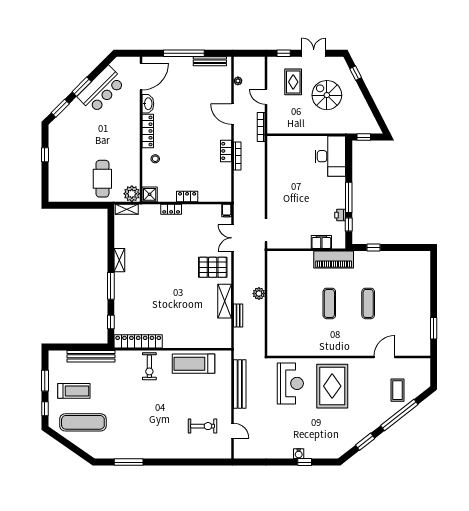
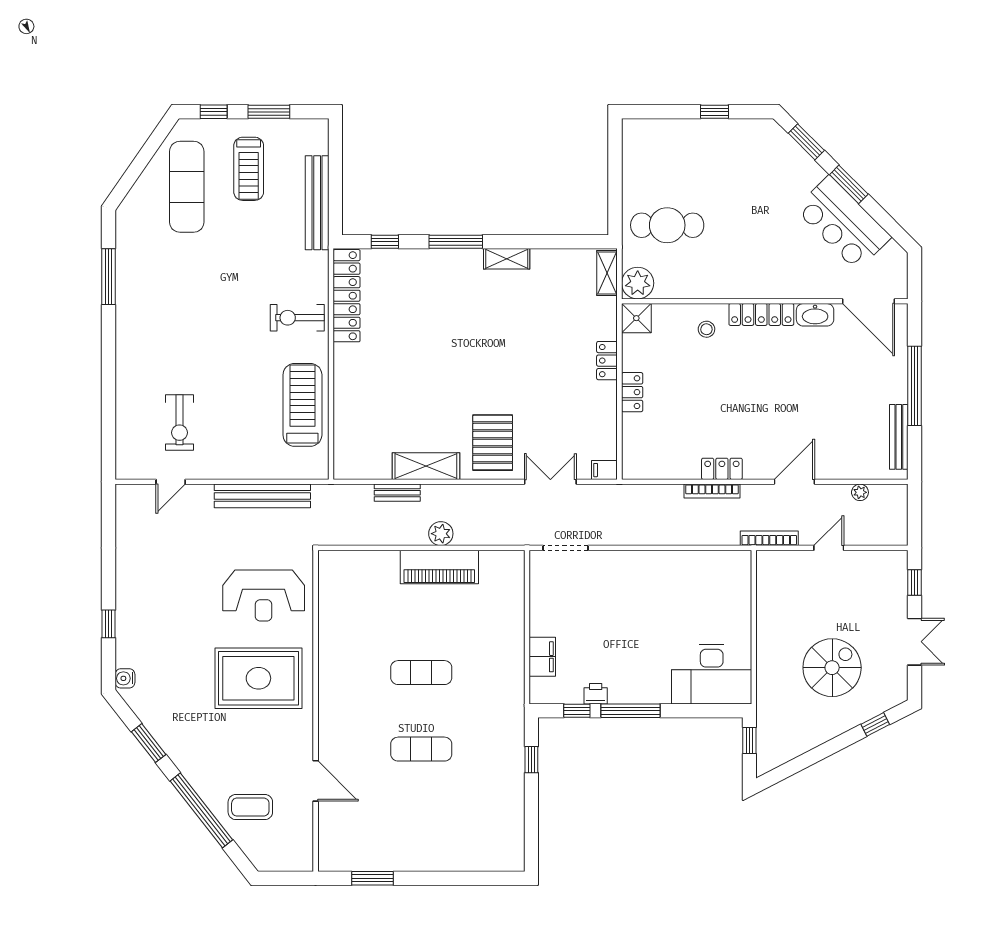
rug: (293, 82) -> (858, 601), removed
piano: (334, 260) -> (439, 567), moved, turned -90
water cooler: (299, 454) -> (125, 678), moved

